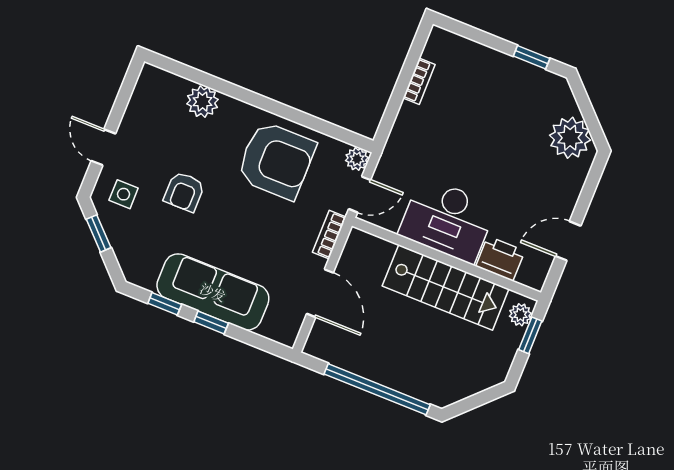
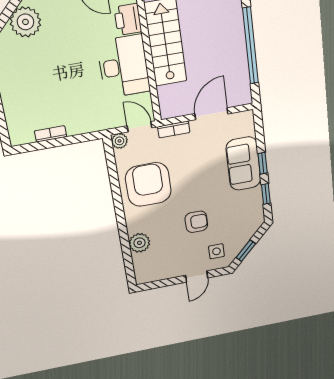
sofa: (213, 292) -> (243, 164), width x0.73

